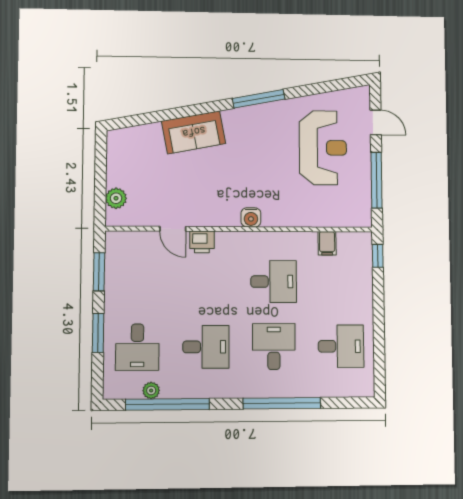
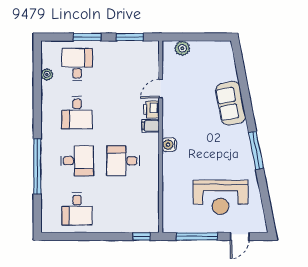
filing cabinet: (327, 243) -> (151, 126), moved
desk: (274, 282) -> (123, 161), turned 90
desk: (137, 347) -> (77, 65), turned 90
window: (167, 404) -> (37, 86), removed

